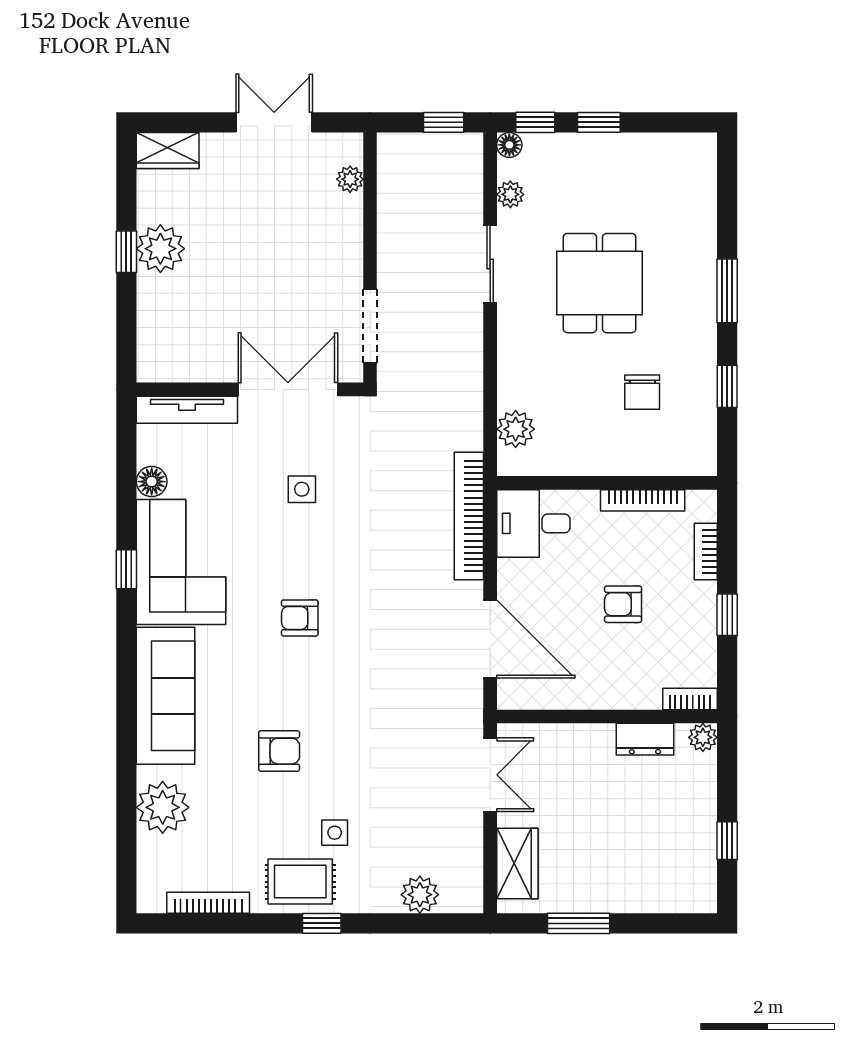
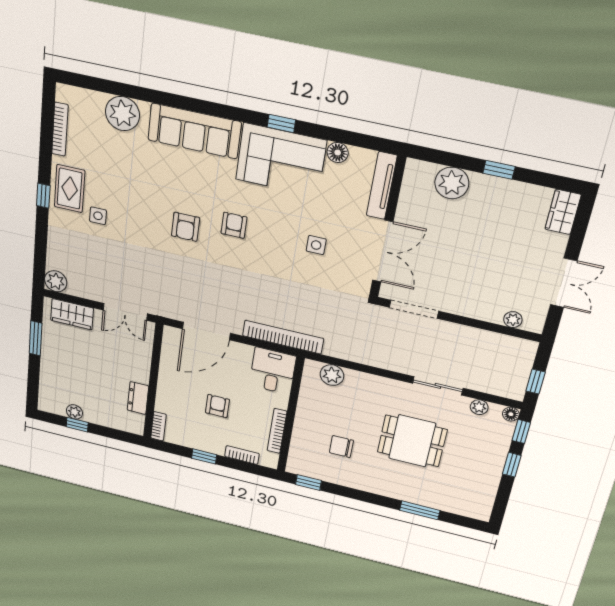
plant: (160, 249) -> (452, 183), moved
window: (727, 291) -> (420, 510), moved
window: (727, 386) -> (308, 483), moved
plant: (703, 737) -> (74, 412), moved
armchair: (279, 751) -> (186, 227), moved
plant: (420, 895) -> (56, 281), moved

